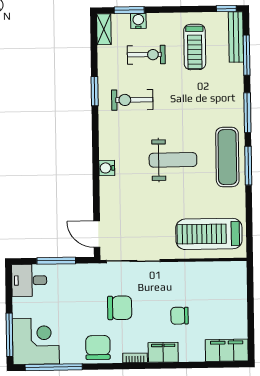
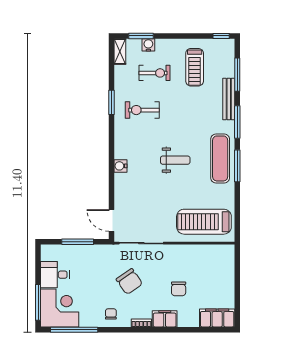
bench: (236, 37) -> (229, 99), moved
weight bench: (173, 160) -> (175, 160), width x0.73, depth x0.75
desk: (29, 280) -> (55, 275), moved
chair: (120, 308) -> (129, 282), turned 55
chair: (180, 316) -> (179, 289), turned -90
chair: (98, 347) -> (111, 314), width x0.54, depth x0.54

